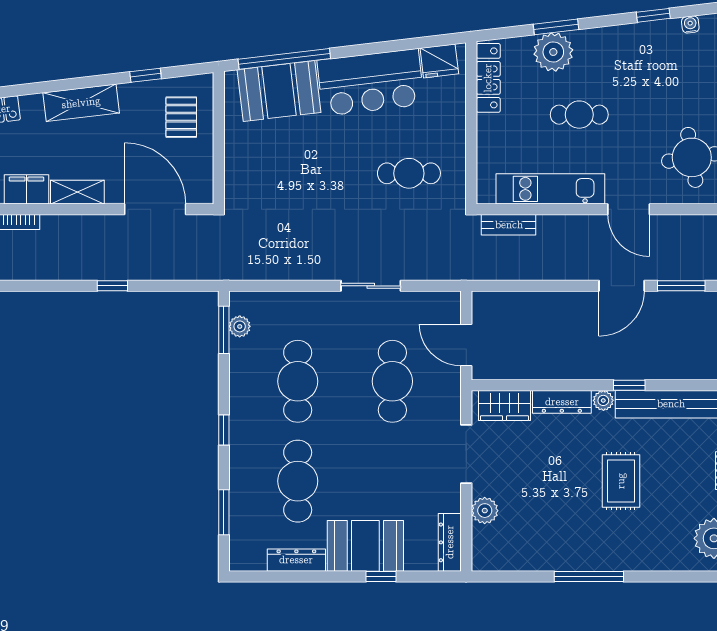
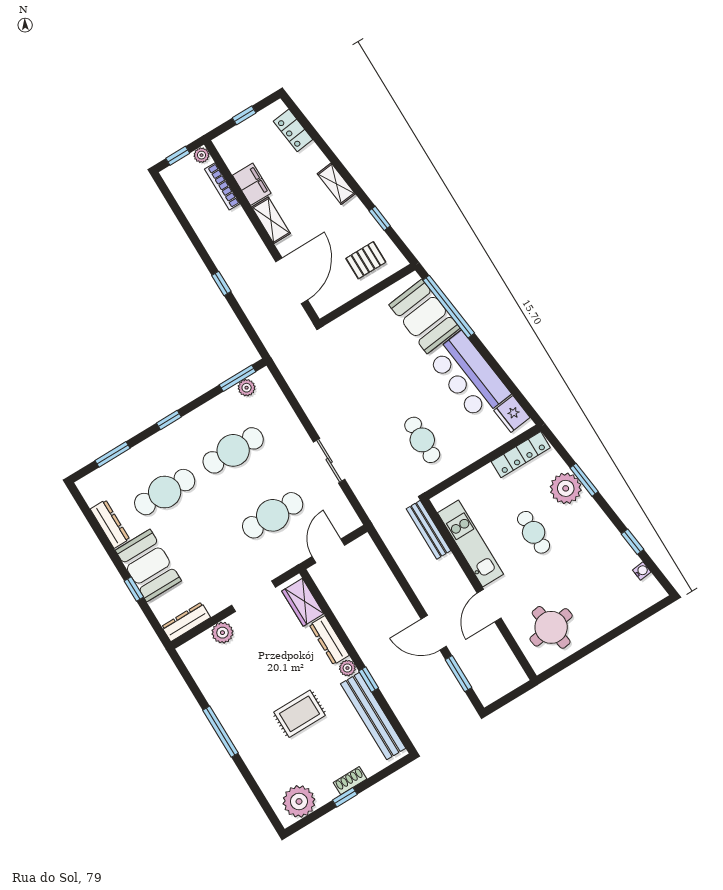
shelving: (81, 103) -> (336, 184), width x0.67, depth x0.75
bench: (509, 225) -> (429, 530), width x1.36

